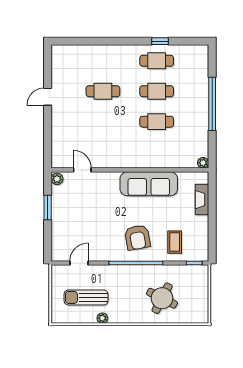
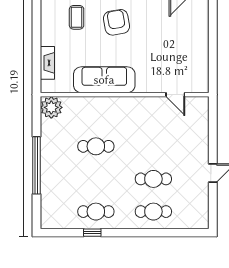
cafe table: (157, 91) -> (153, 212), moved
plant: (203, 163) -> (51, 107), width x1.87, depth x1.87
plant: (57, 179) -> (203, 85), removed
window: (48, 207) -> (213, 54), removed

